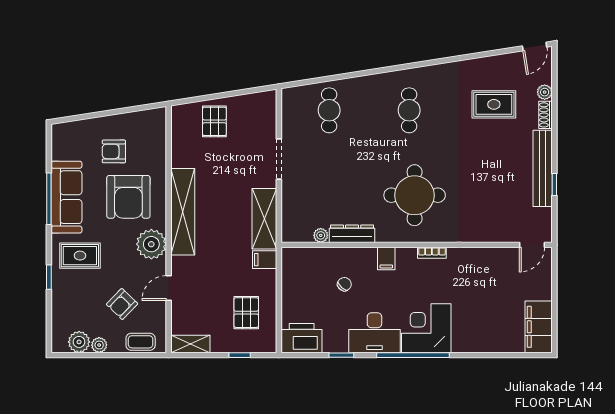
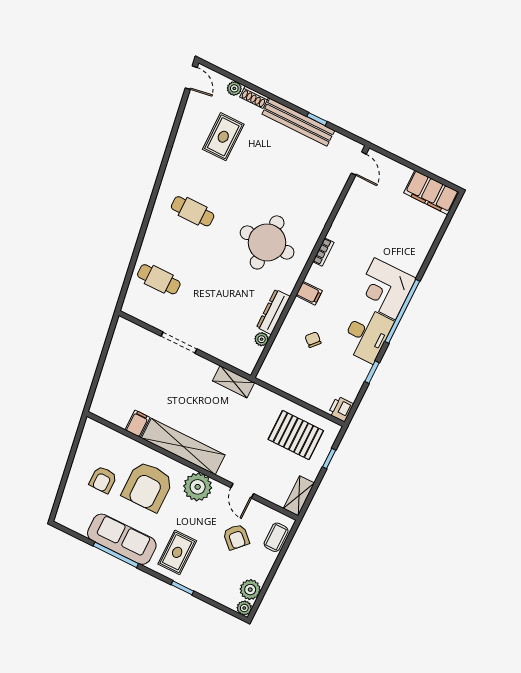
pallet: (214, 121) -> (120, 381), removed
armchair: (128, 197) -> (148, 486), turned 90
shelving: (264, 219) -> (234, 382), width x0.67, depth x0.75
filing cabinet: (265, 260) -> (137, 424), moved, turned 180
pallet: (246, 313) -> (296, 435), width x1.50, depth x1.42
printer: (302, 338) -> (341, 409), width x0.53, depth x0.68
plant: (99, 345) -> (244, 608), moved

